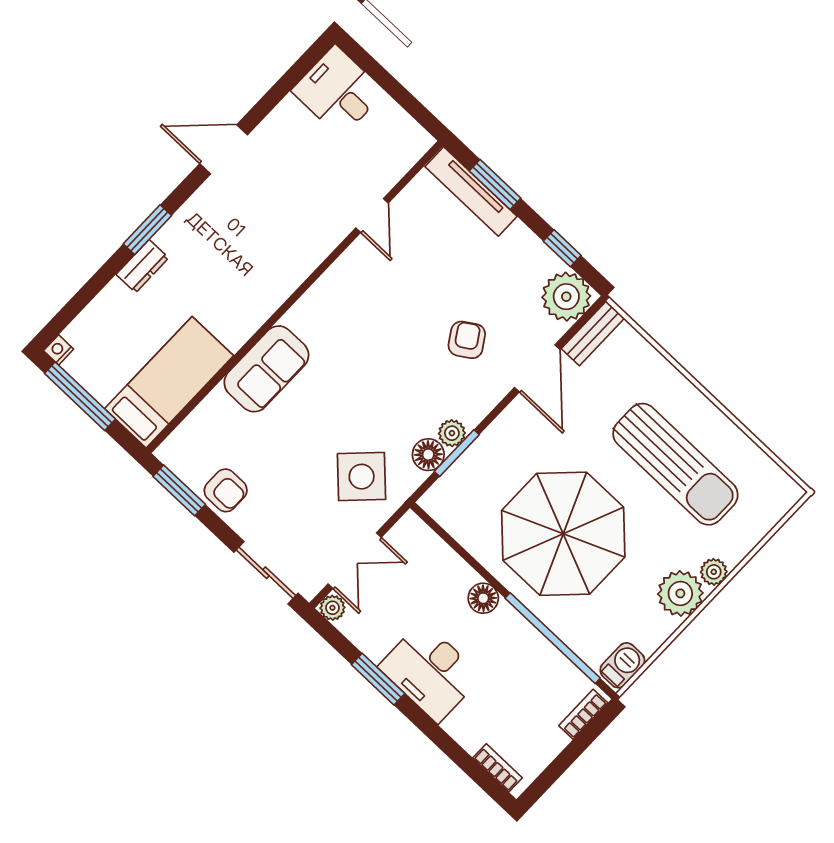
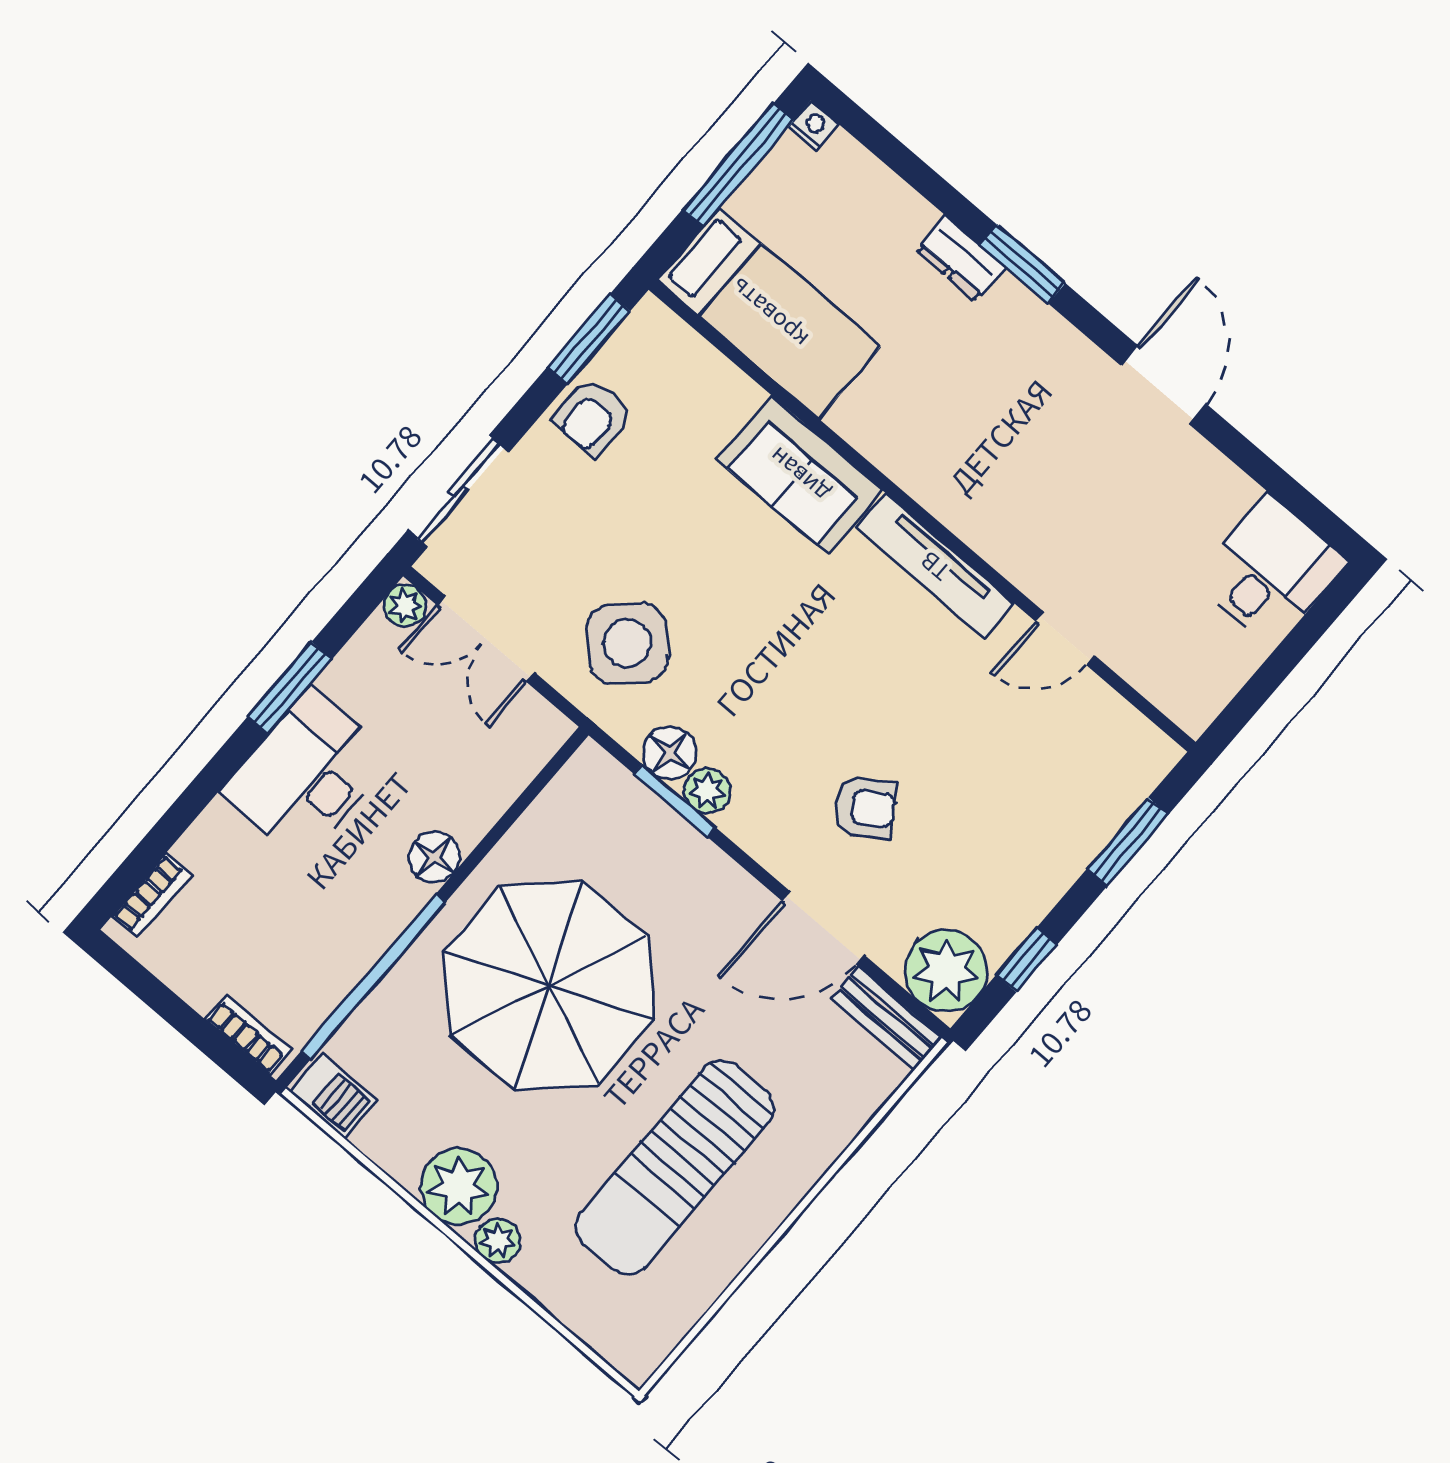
tv unit: (471, 191) -> (935, 566), moved, turned -90

